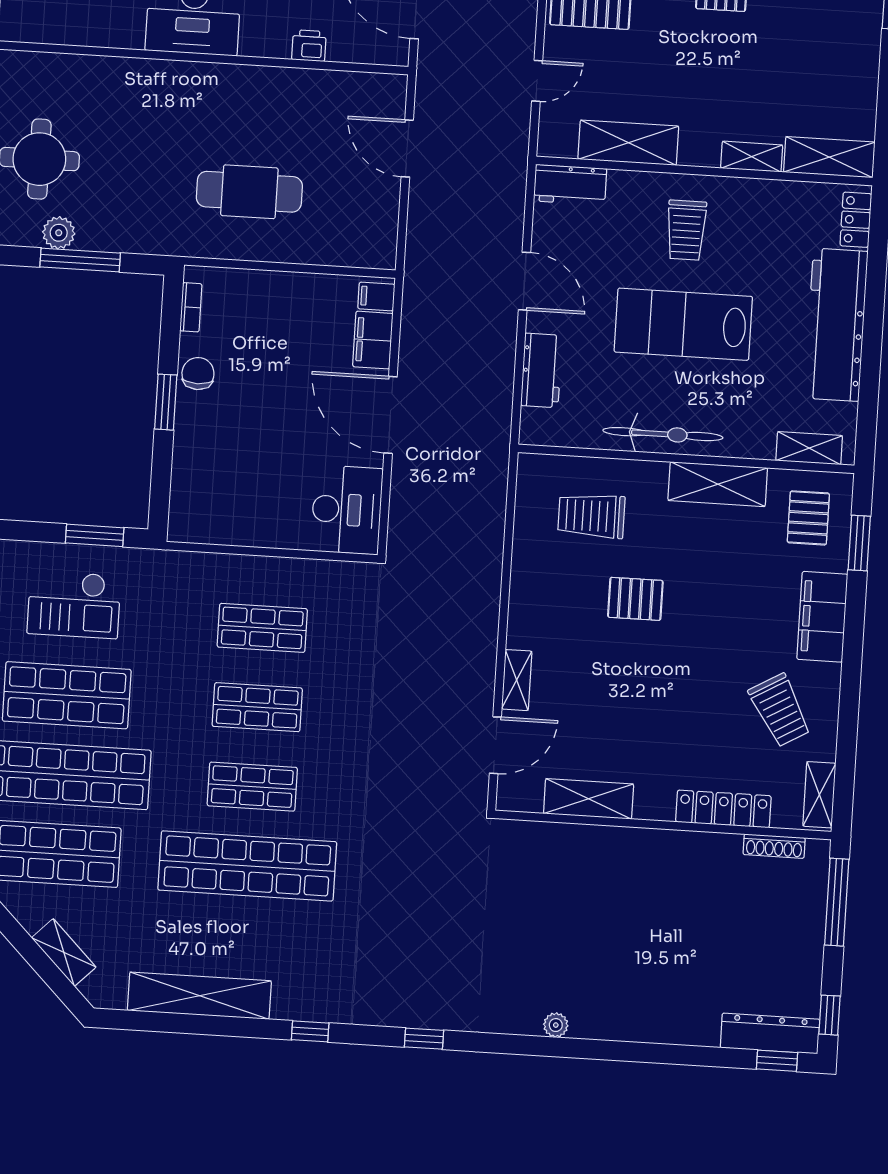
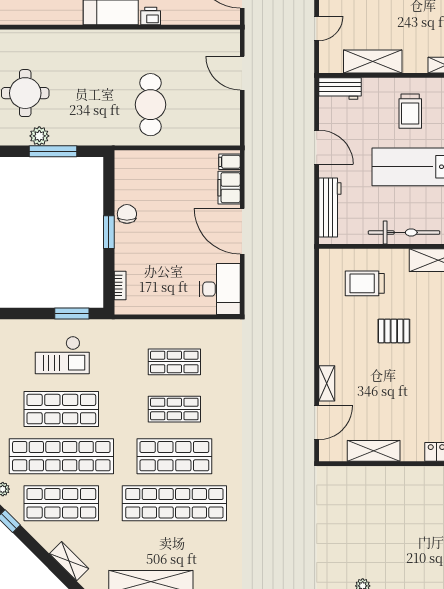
printer: (309, 46) -> (151, 16), moved
cafe table: (249, 192) -> (151, 105), turned 90
bookcase: (191, 307) -> (120, 285), moved
workbench: (542, 370) -> (330, 207), width x1.38
shop shelf: (252, 787) -> (174, 456), width x1.43, depth x1.36

